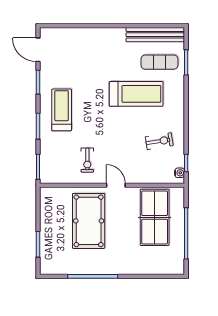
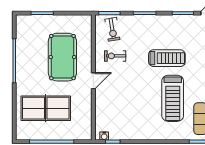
treadmill: (62, 110) -> (167, 58), moved
exercise bike: (159, 141) -> (112, 29), moved
table tennis table: (155, 217) -> (46, 108), moved
pool table: (89, 221) -> (62, 57), turned 90

